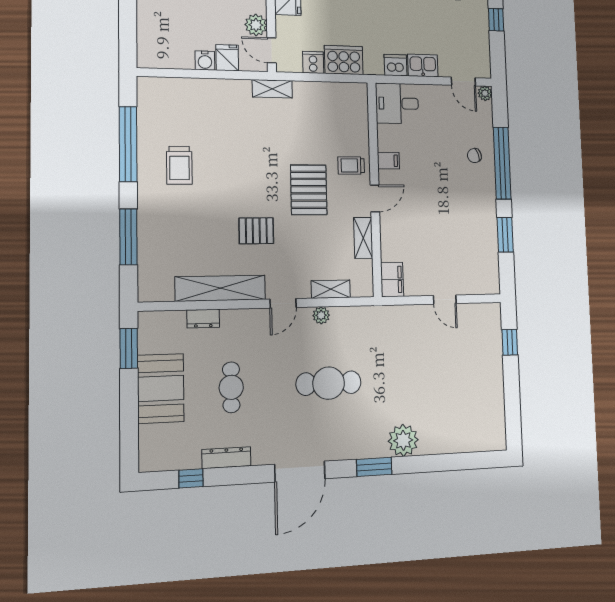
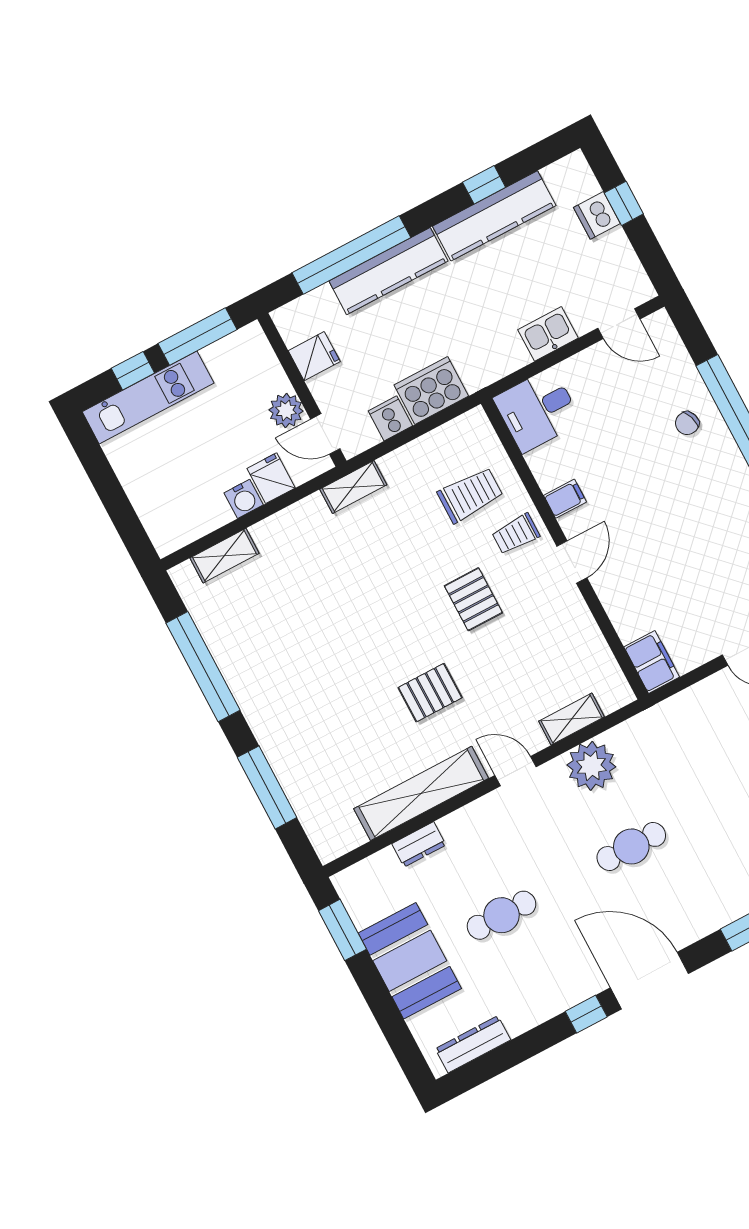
dishwasher: (395, 65) -> (597, 215), moved, turned -90
plant: (485, 93) -> (659, 323), removed
trolley: (179, 165) -> (470, 495), moved, turned -90
pallet: (309, 190) -> (473, 599), width x0.67, depth x0.71
shelving: (363, 238) -> (225, 556), moved, turned 90
door: (283, 303) -> (516, 771), swing flipped
plant: (321, 315) -> (591, 766), width x1.88, depth x1.88
cafe table: (329, 383) -> (631, 846), width x0.73, depth x0.74
cafe table: (231, 387) -> (501, 915), turned 90
dresser: (226, 458) -> (473, 1044), moved
door: (300, 472) -> (649, 981), swing flipped
window: (191, 478) -> (586, 1014), moved

